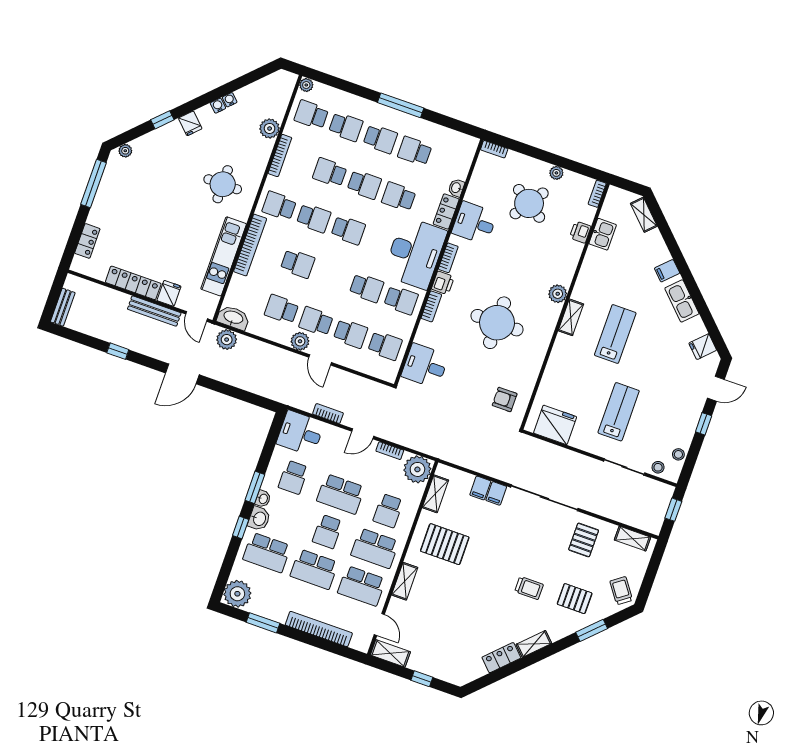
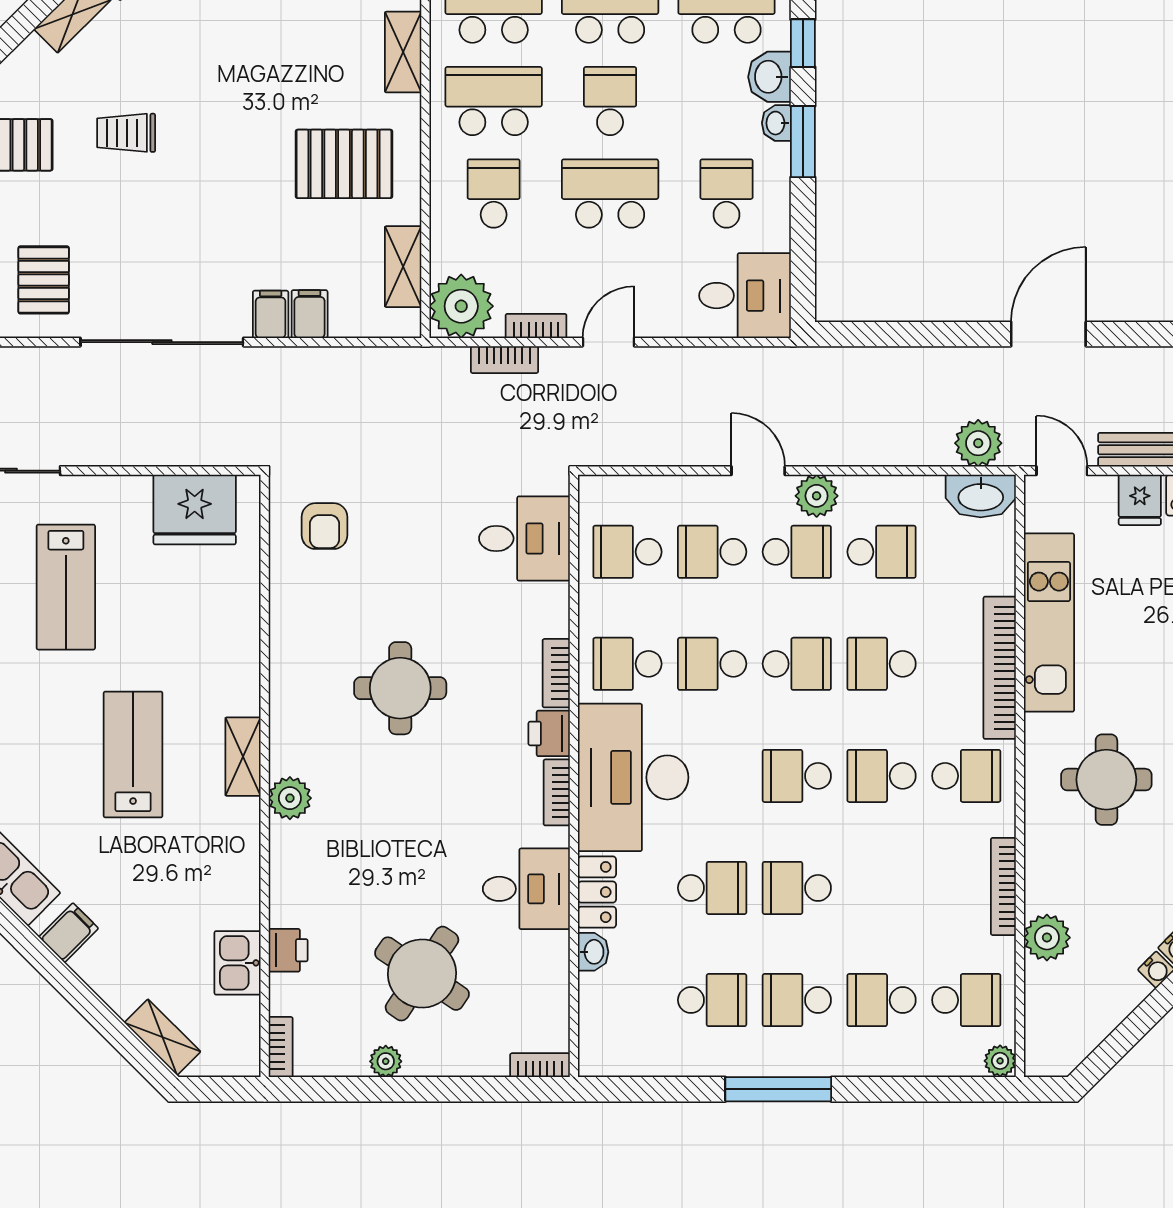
school desk: (330, 172) -> (797, 664), moved
round table: (497, 323) -> (400, 688), width x0.73, depth x0.73
lab bench: (615, 334) -> (133, 754), turned 180
armchair: (505, 400) -> (325, 526), turned 90
bookcase: (328, 413) -> (505, 360), moved

